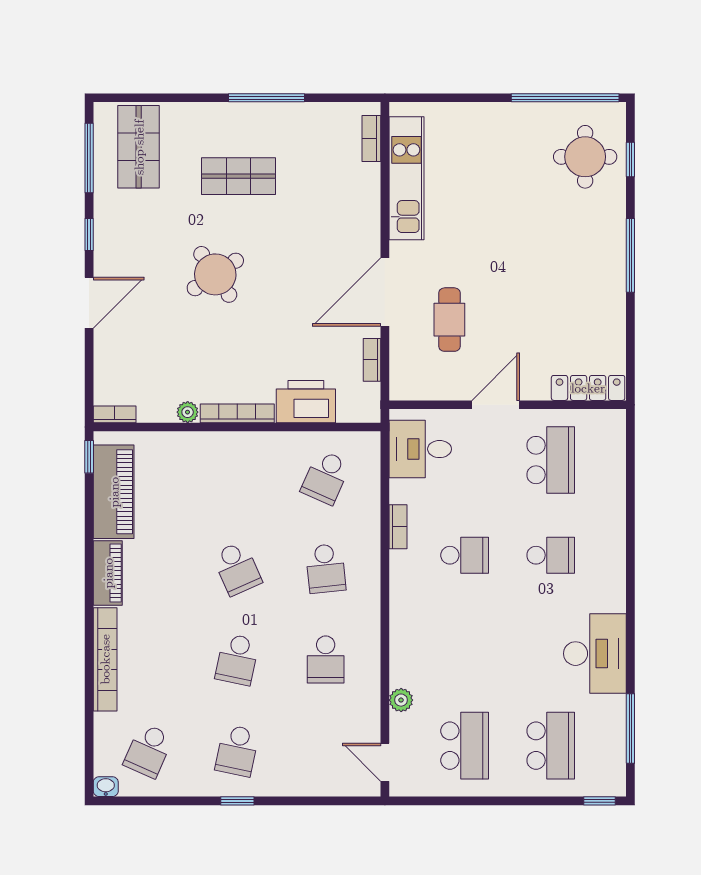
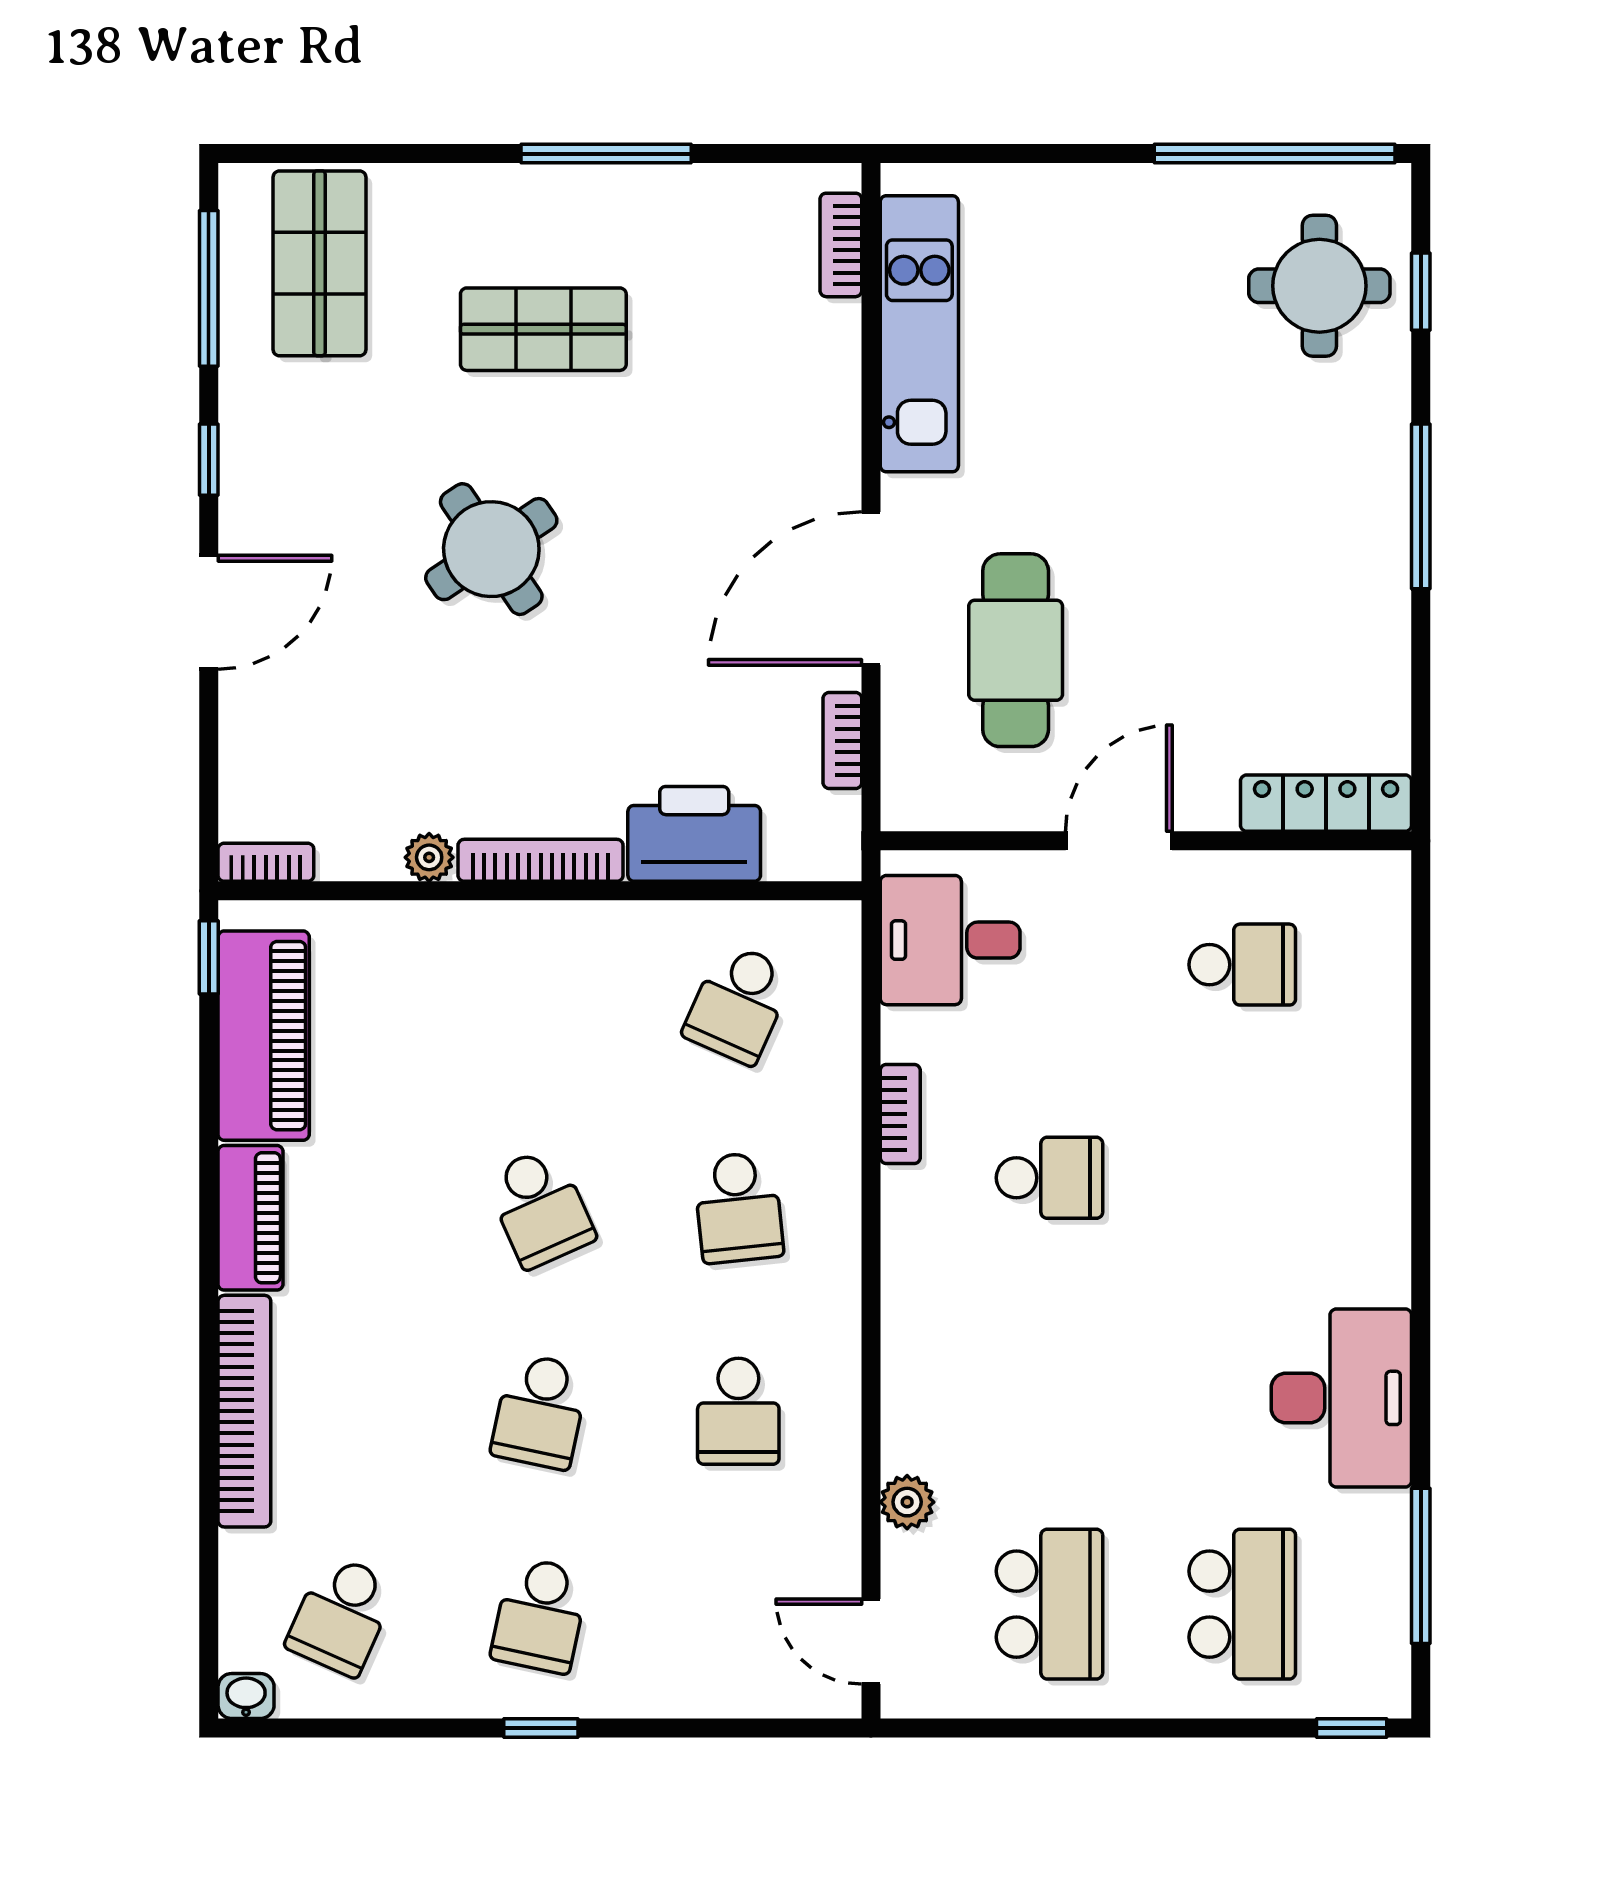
cafe table: (449, 320) -> (1016, 650), width x1.37, depth x1.35
school desk: (551, 460) -> (1242, 965), width x0.54
school desk: (551, 555) -> (1242, 1178), removed

